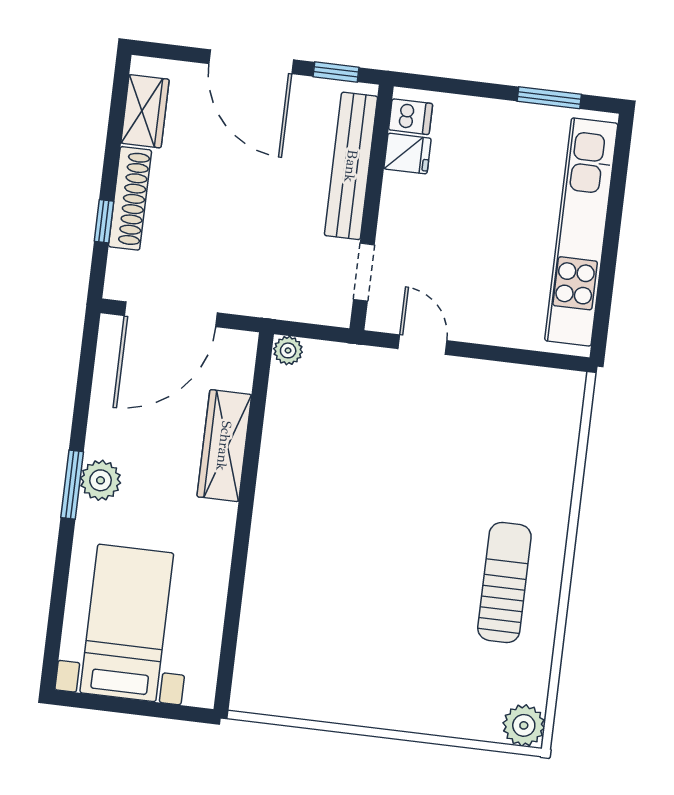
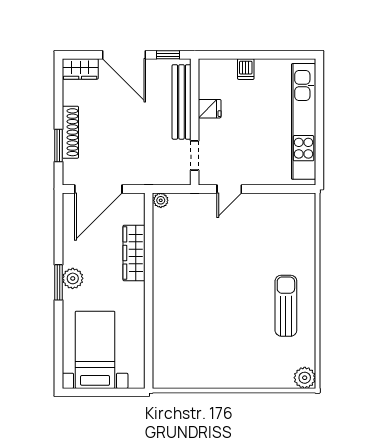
window: (549, 98) -> (279, 55), removed
wardrobe: (145, 111) -> (80, 69), moved, turned 90
dishwasher: (411, 117) -> (246, 69), moved, turned 90
fridge: (407, 154) -> (210, 109), moved
window: (104, 221) -> (58, 146), width x1.50
door: (422, 345) -> (229, 189), swing flipped

